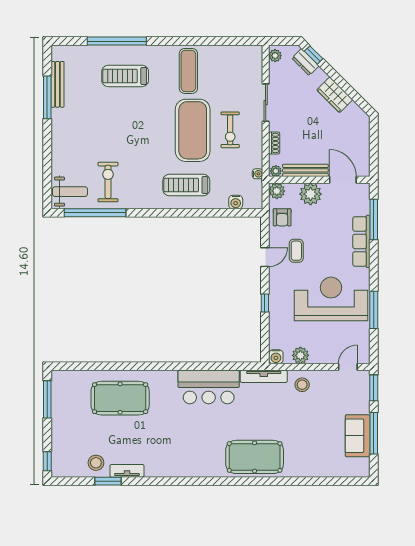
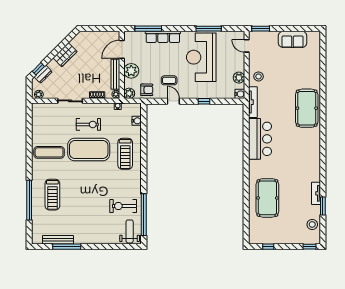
window: (47, 399) -> (268, 247), width x0.46
window: (374, 433) -> (291, 29), removed
stool: (96, 463) -> (312, 224), moved

